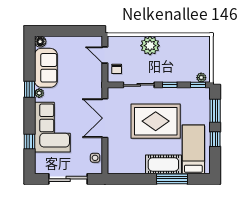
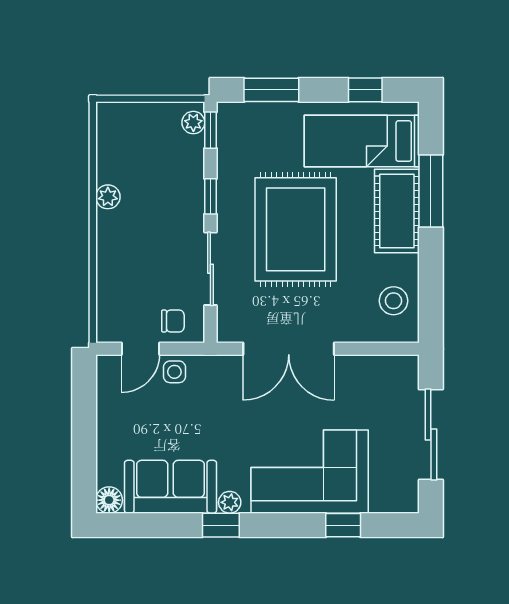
plant: (150, 46) -> (108, 197), moved, width x0.53, depth x0.53
window: (215, 139) -> (365, 90), moved
side table: (95, 158) -> (174, 372), moved
stool: (125, 163) -> (393, 301), added

